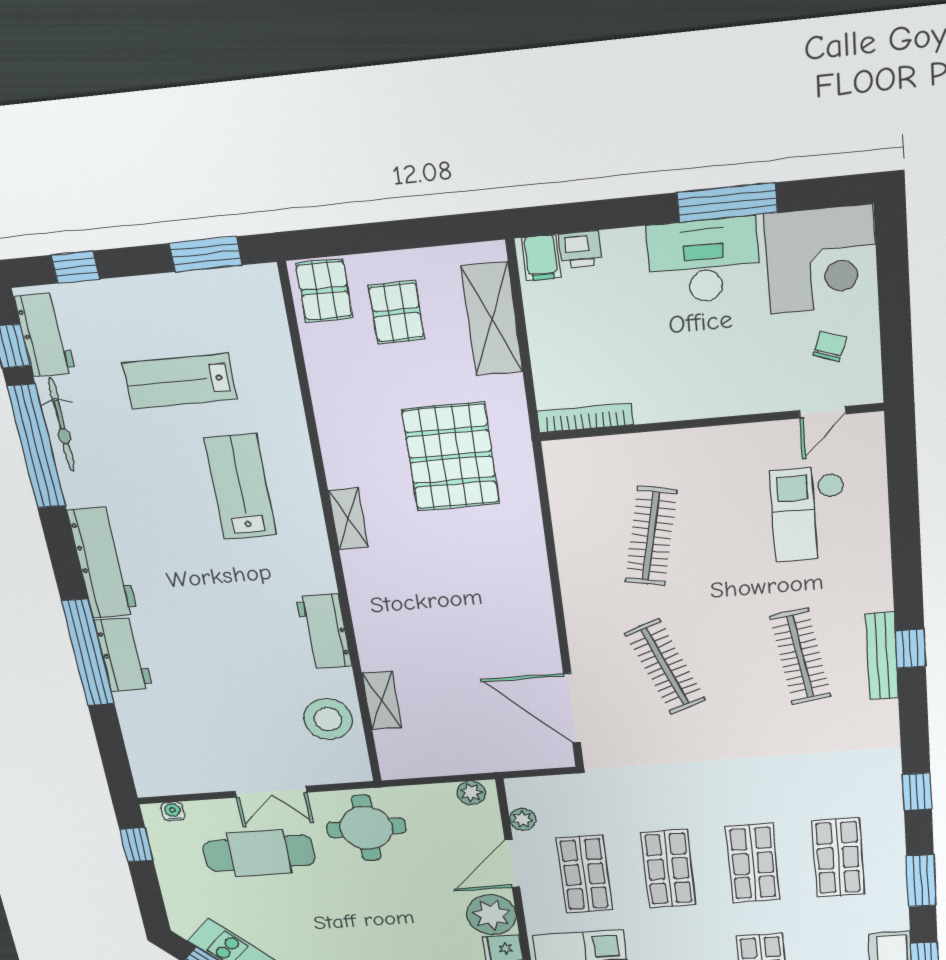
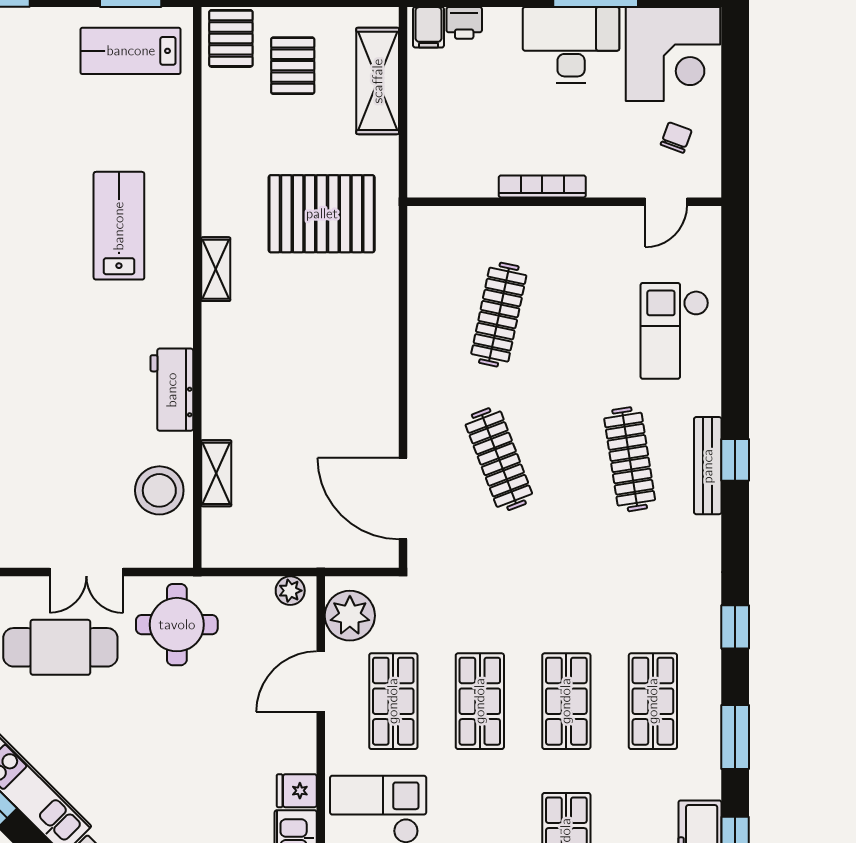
lab bench: (180, 381) -> (131, 51), moved
bookcase: (585, 418) -> (542, 186), moved
pallet: (451, 457) -> (322, 214), turned 90
checkout: (809, 514) -> (674, 331), moved
plant: (523, 819) -> (350, 616), width x1.88, depth x1.88
plant: (491, 915) -> (291, 745), removed

